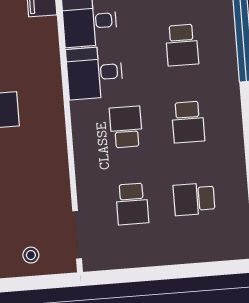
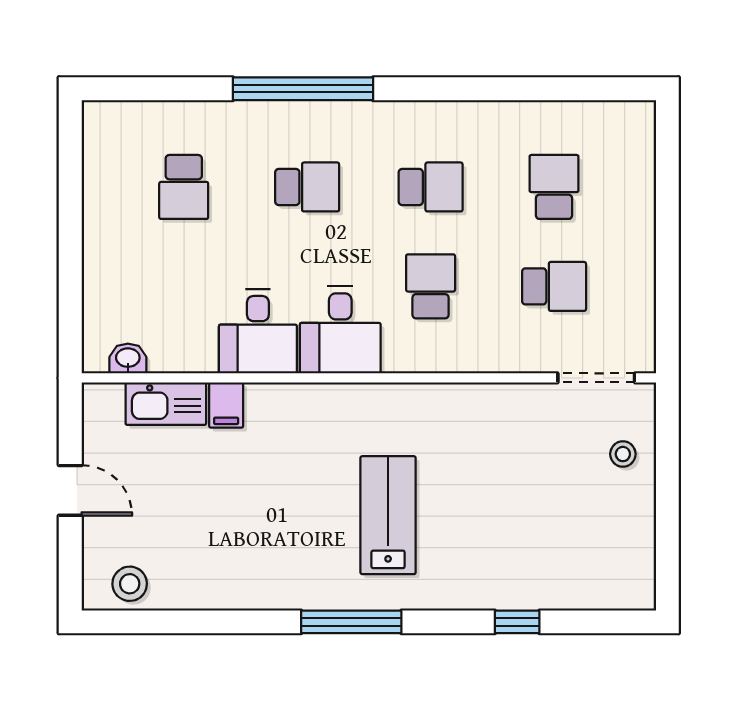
school desk: (126, 127) -> (431, 286), turned 90
school desk: (194, 199) -> (554, 187), turned 180

